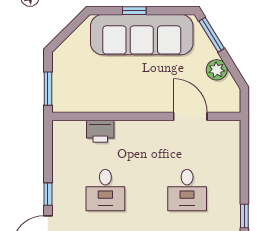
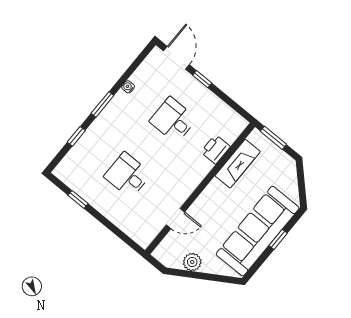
window: (212, 35) -> (219, 278), removed
fireplace: (97, 101) -> (238, 164), added
door: (190, 116) -> (176, 218), width x0.73

